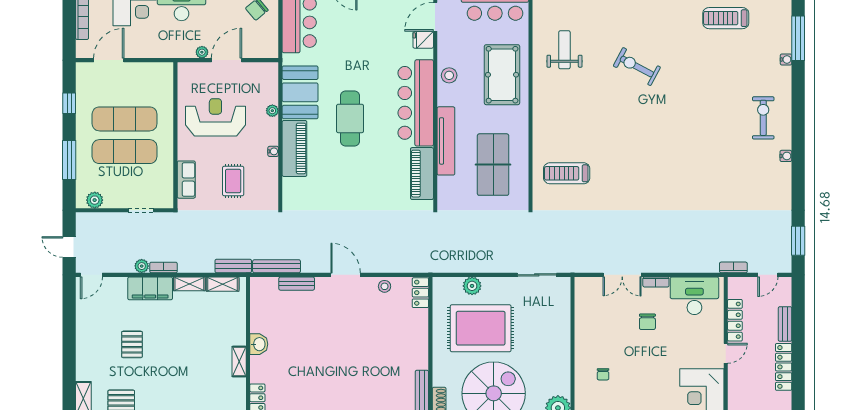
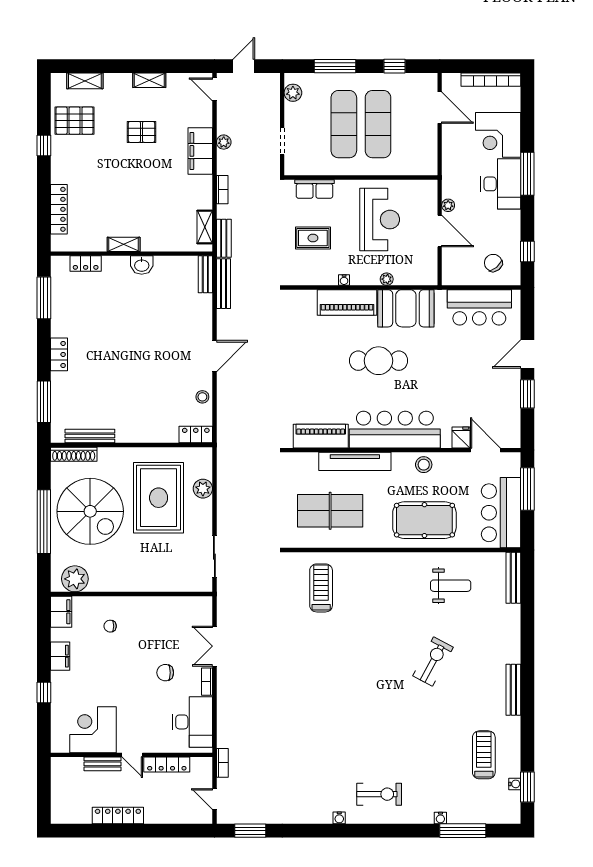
bookcase: (163, 267) -> (222, 190), moved
shelving: (189, 284) -> (149, 80), moved, turned 90
bench: (297, 284) -> (205, 274), moved
bench: (785, 324) -> (103, 764), moved

